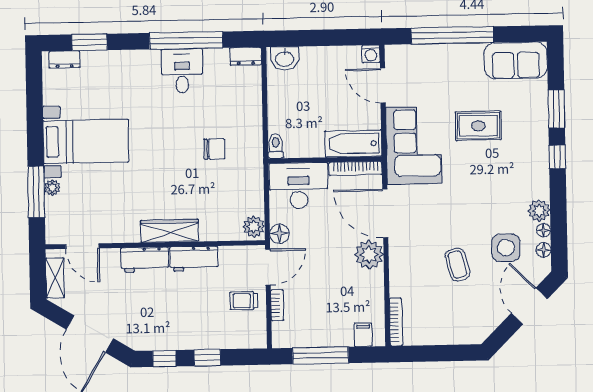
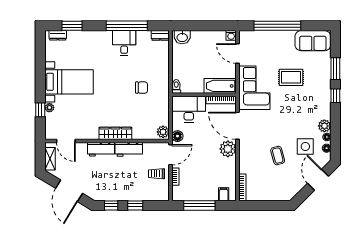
window: (36, 192) -> (40, 110), width x0.46

